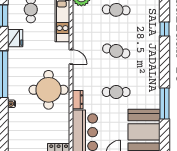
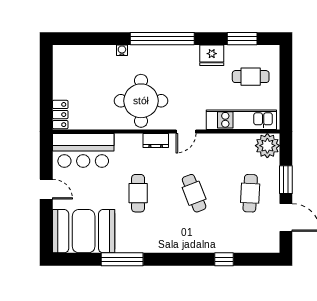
cafe table: (116, 51) -> (194, 193), turned -36
dresser: (78, 100) -> (156, 141), moved

